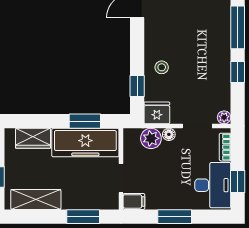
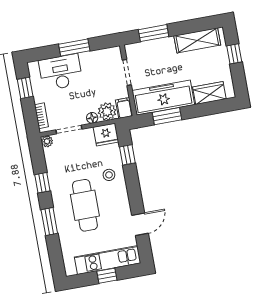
window: (238, 27) -> (49, 222), width x0.69
cafe table: (195, 38) -> (85, 205), added
desk: (213, 185) -> (61, 72), moved, turned 90
filing cabinet: (134, 201) -> (124, 108), moved, turned 90

